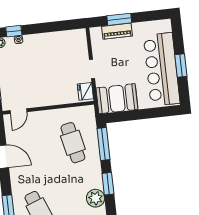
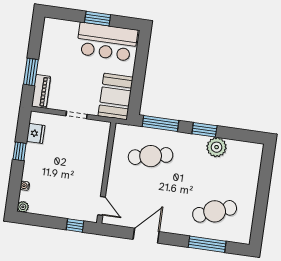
window: (14, 31) -> (20, 151), moved
piano: (117, 31) -> (41, 91), moved
bar counter: (162, 69) -> (107, 42), width x0.73
fridge: (85, 91) -> (36, 133), moved, turned -90

